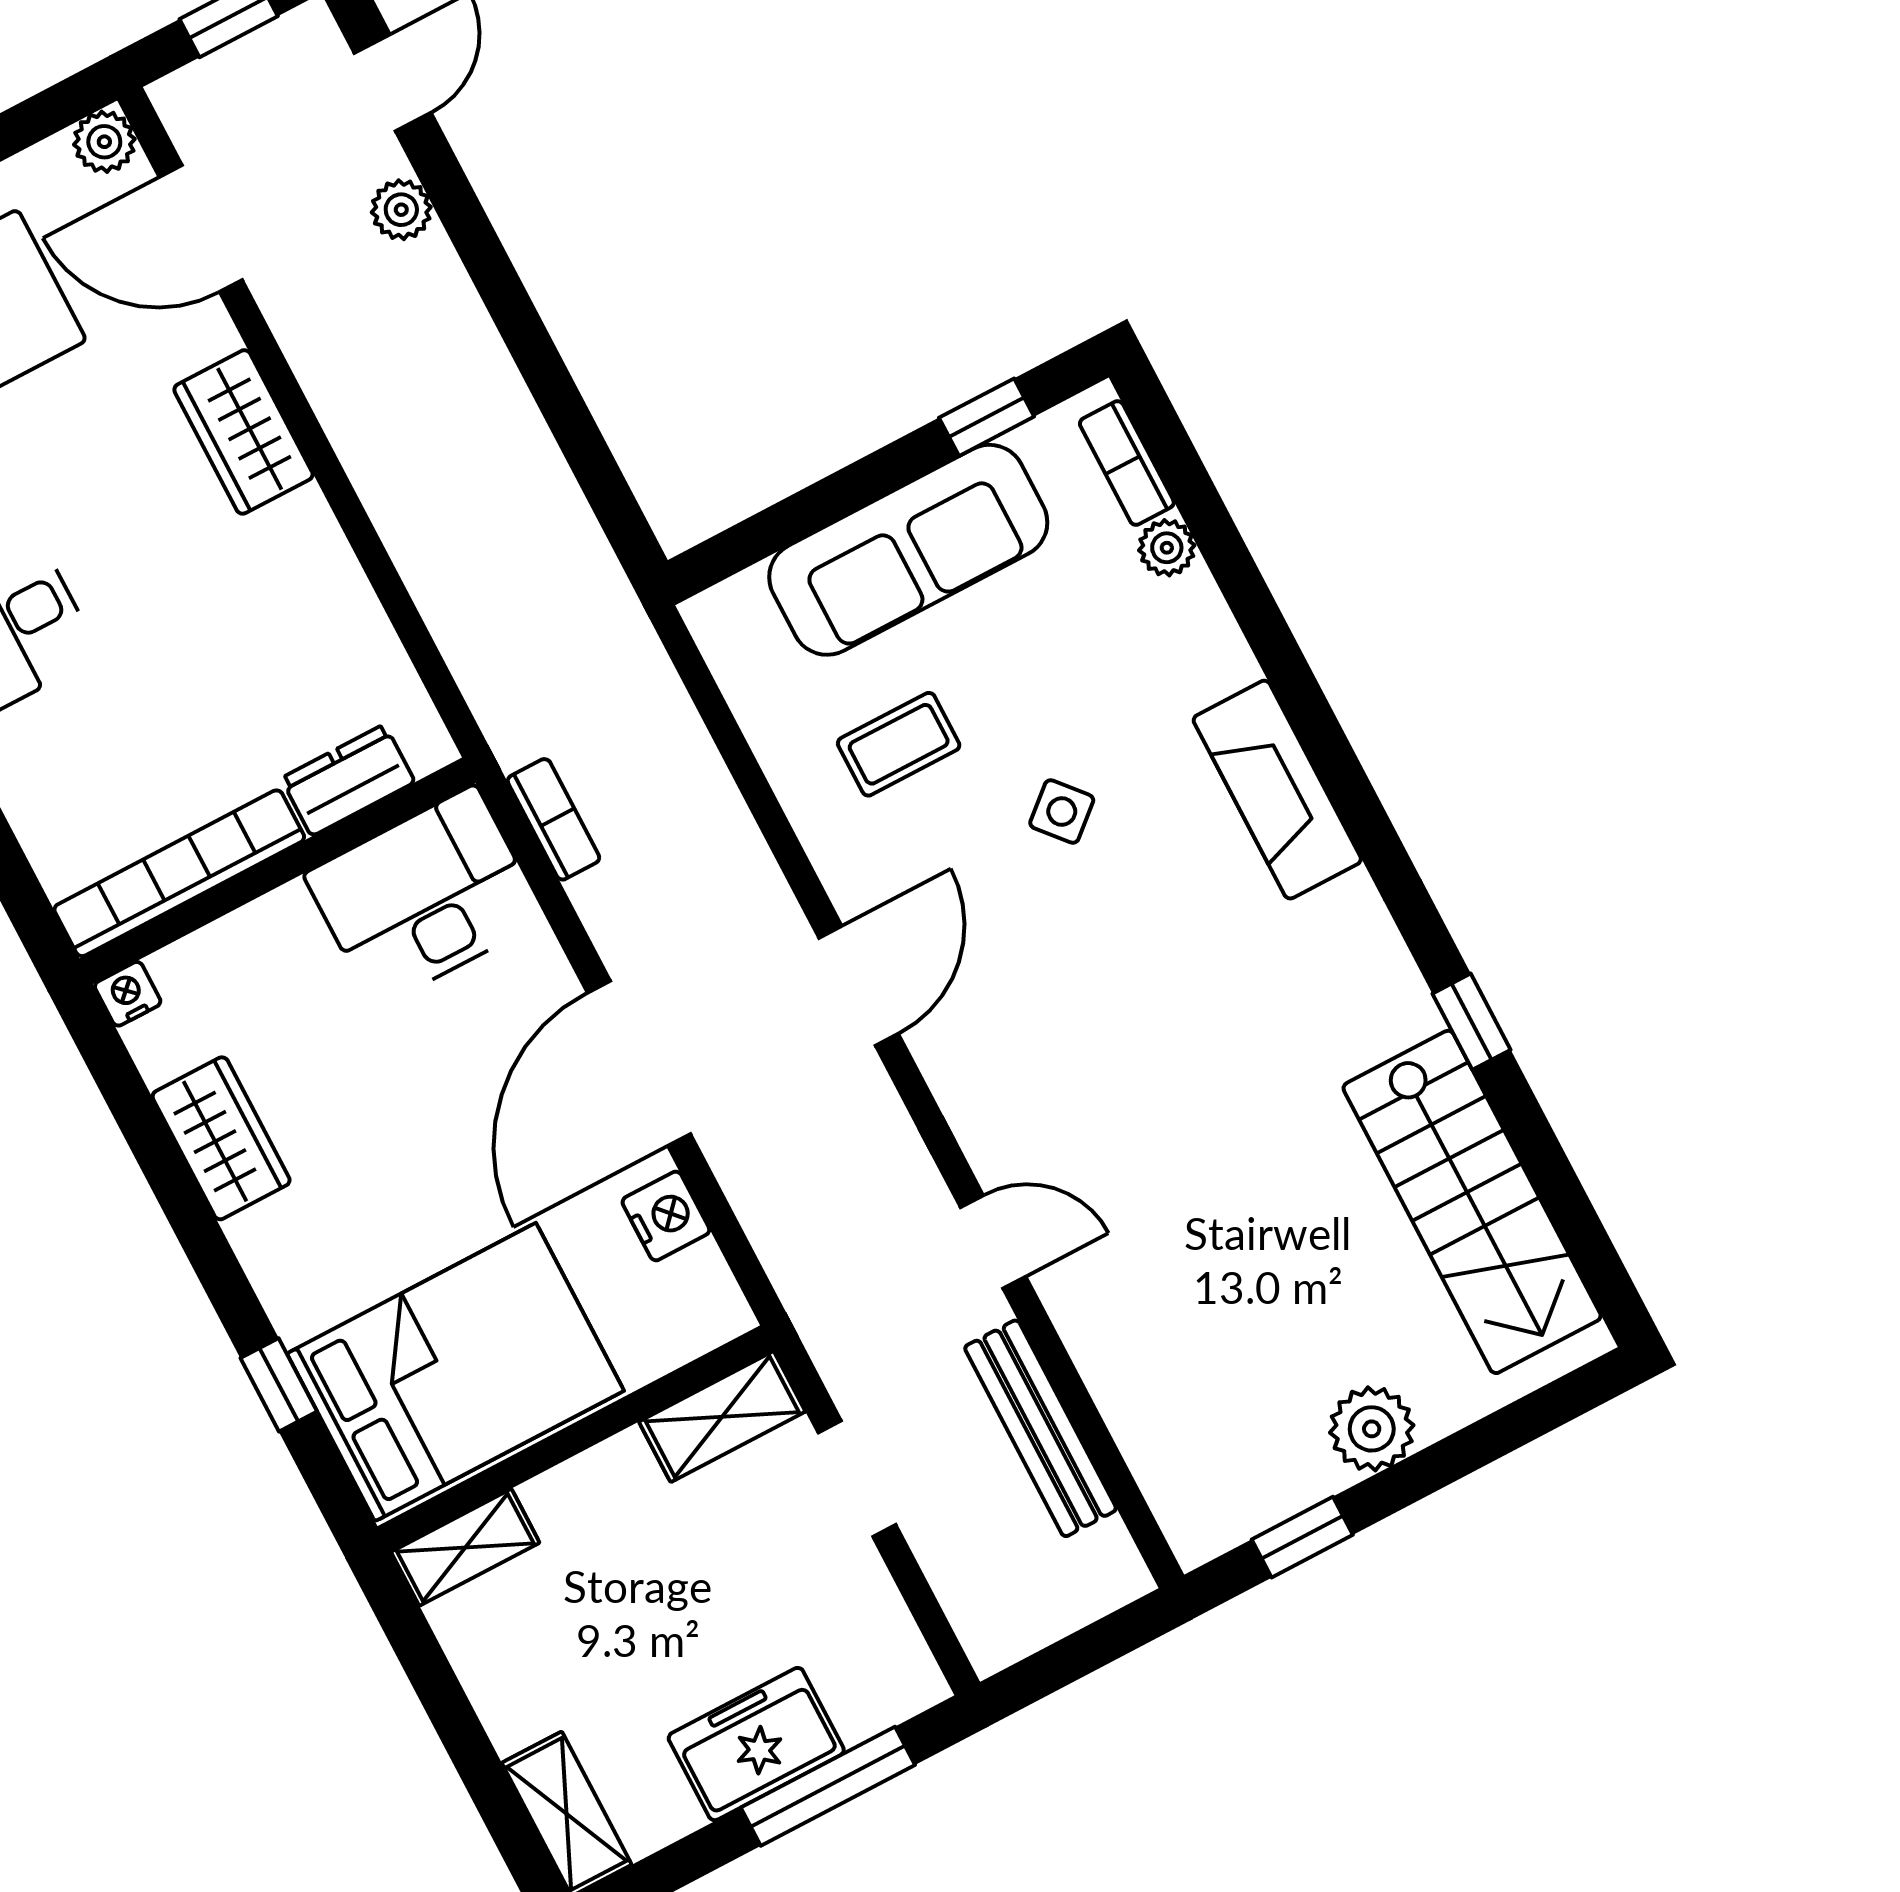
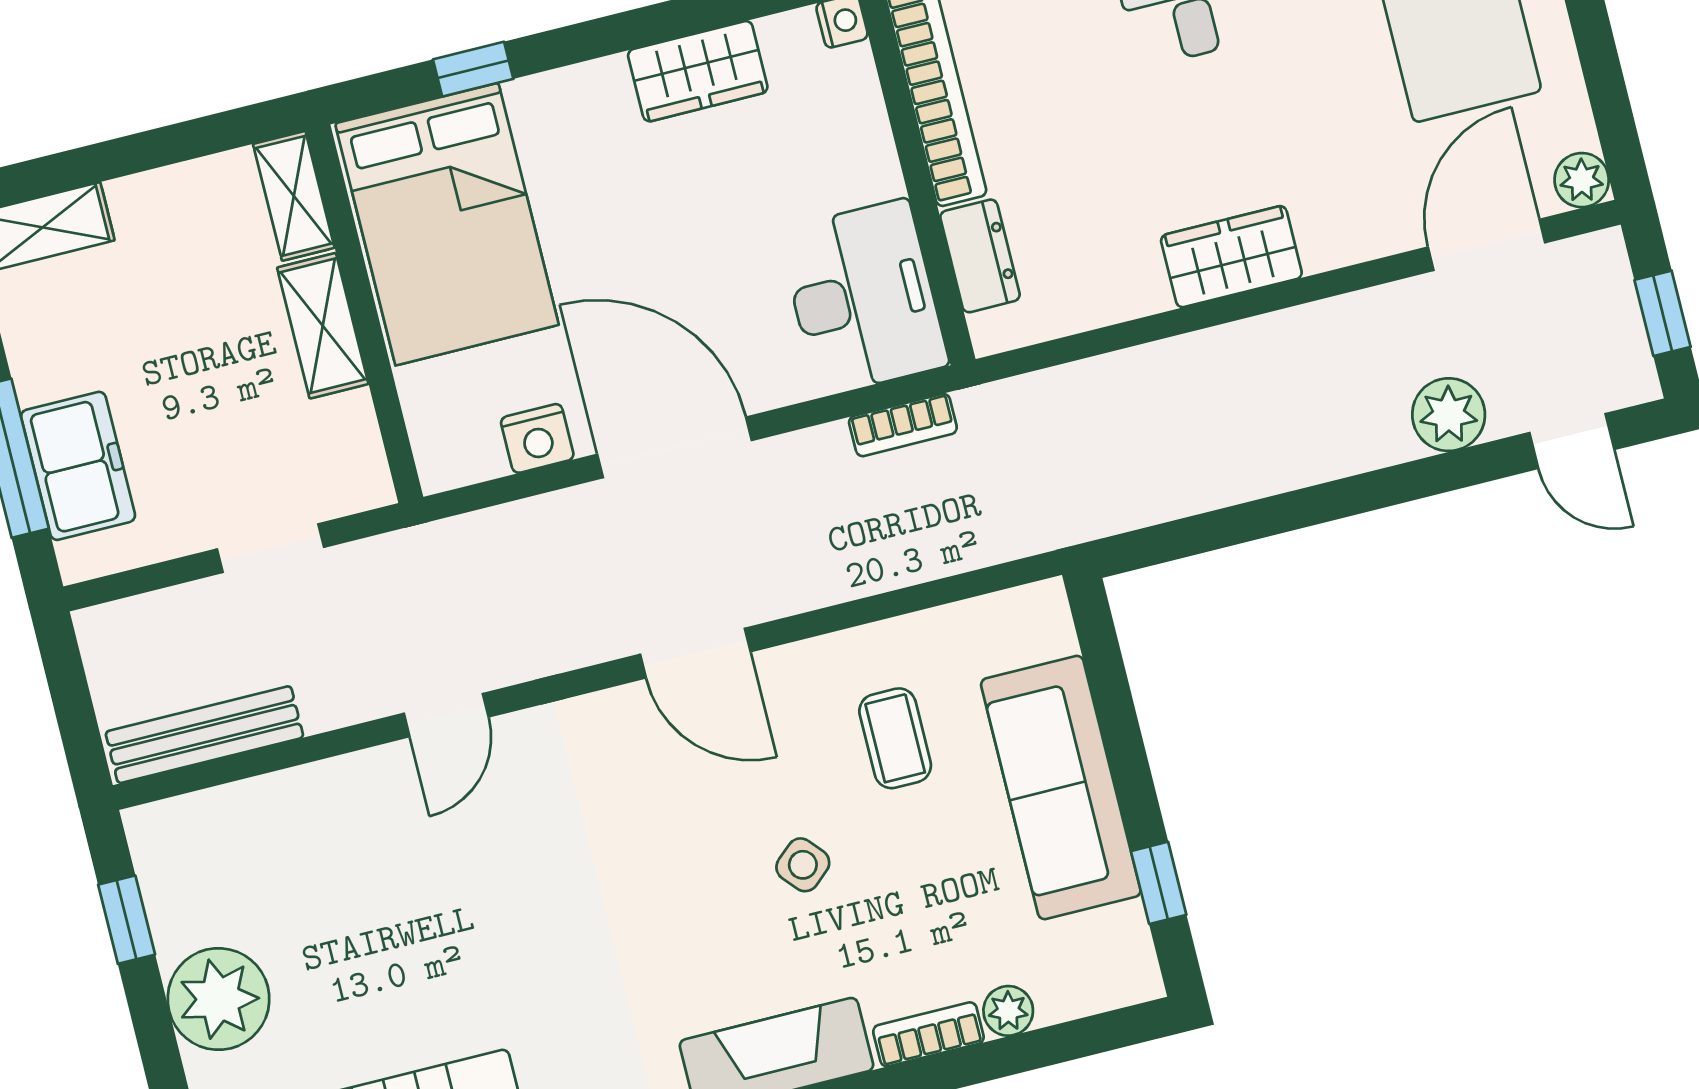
plant: (401, 210) -> (1449, 415), width x1.38, depth x1.38
wardrobe: (243, 432) -> (1231, 257), moved
bookcase: (1127, 463) -> (928, 1034), moved
shelving: (722, 1417) -> (323, 326), moved
bench: (1041, 1428) -> (204, 735), moved
plant: (1372, 1429) -> (218, 999), width x1.36, depth x1.36
freezer: (756, 1744) -> (78, 466), moved

